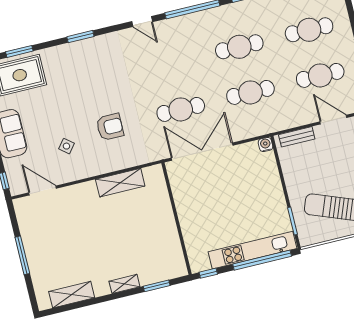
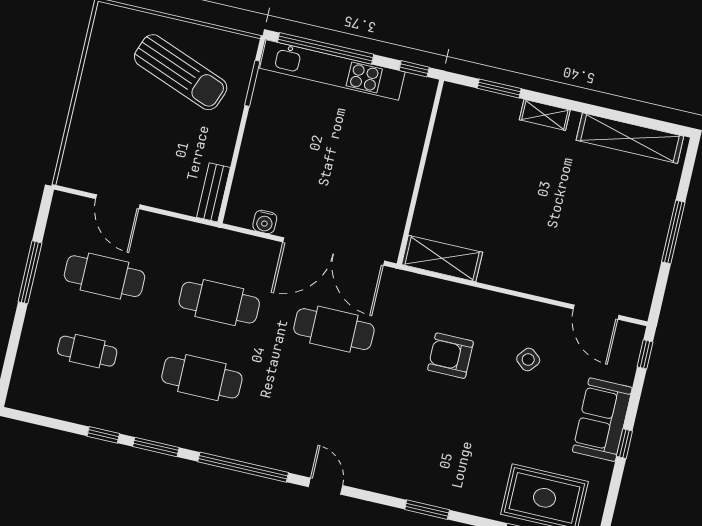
cafe table: (309, 30) -> (87, 351), width x0.73, depth x0.74
bench: (297, 137) -> (213, 192), moved, turned 90
water cooler: (266, 145) -> (265, 222), moved
shelving: (120, 183) -> (442, 258), moved
shelving: (72, 295) -> (630, 138), width x1.47

